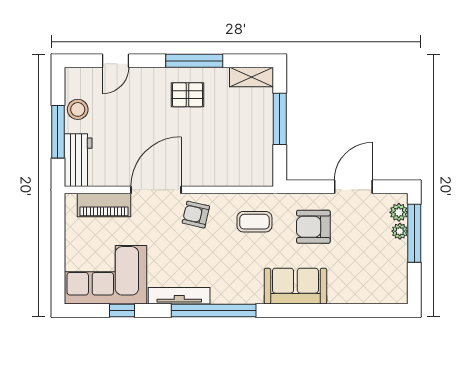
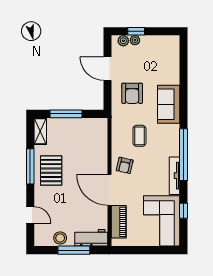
pallet: (187, 95) -> (51, 171), width x1.50, depth x1.42
coffee table: (254, 222) -> (139, 136), moved
window: (414, 233) -> (136, 31), width x0.46

